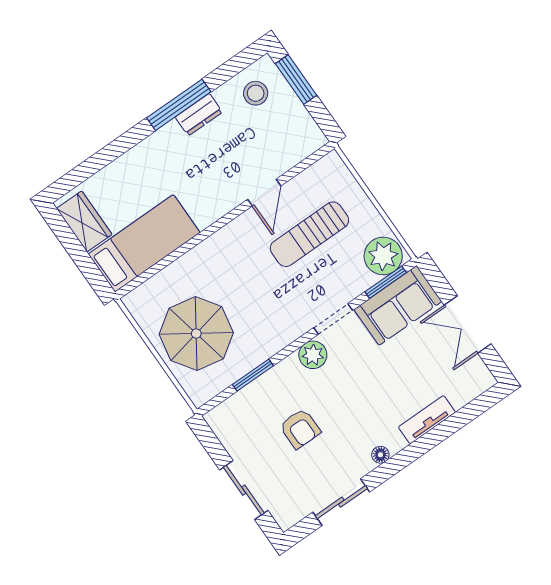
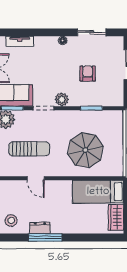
door: (264, 193) -> (36, 178), swing flipped
parasol: (196, 334) -> (85, 150), moved
tv unit: (427, 420) -> (20, 41), moved

